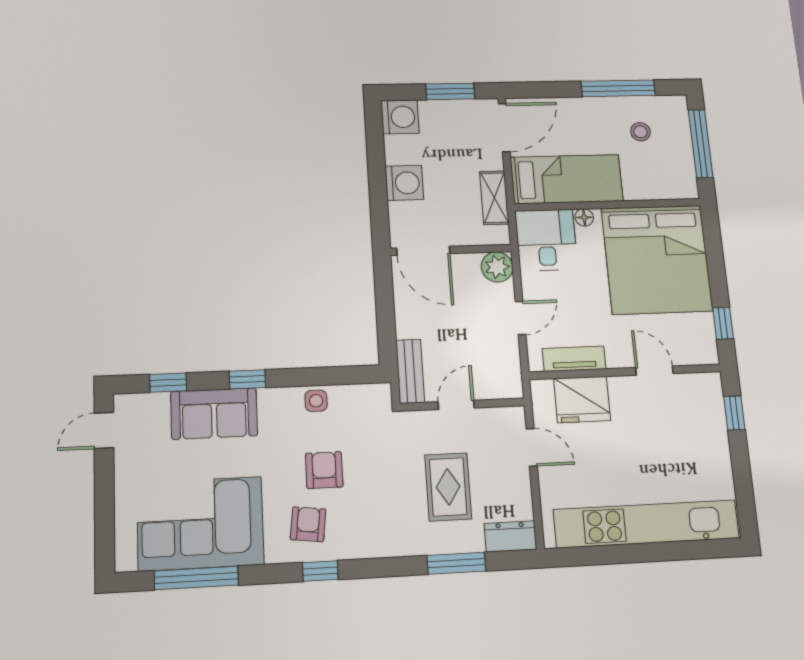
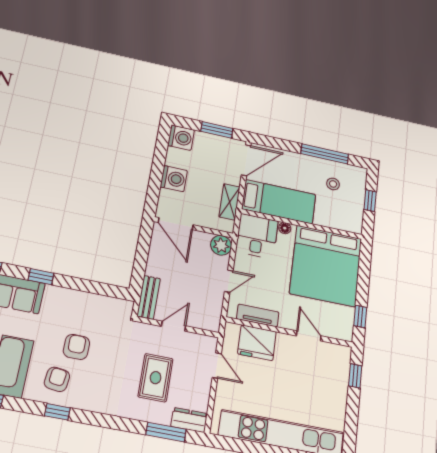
window: (701, 144) -> (370, 201), width x0.46
side table: (316, 401) -> (82, 301), removed
window: (456, 563) -> (166, 432), moved

